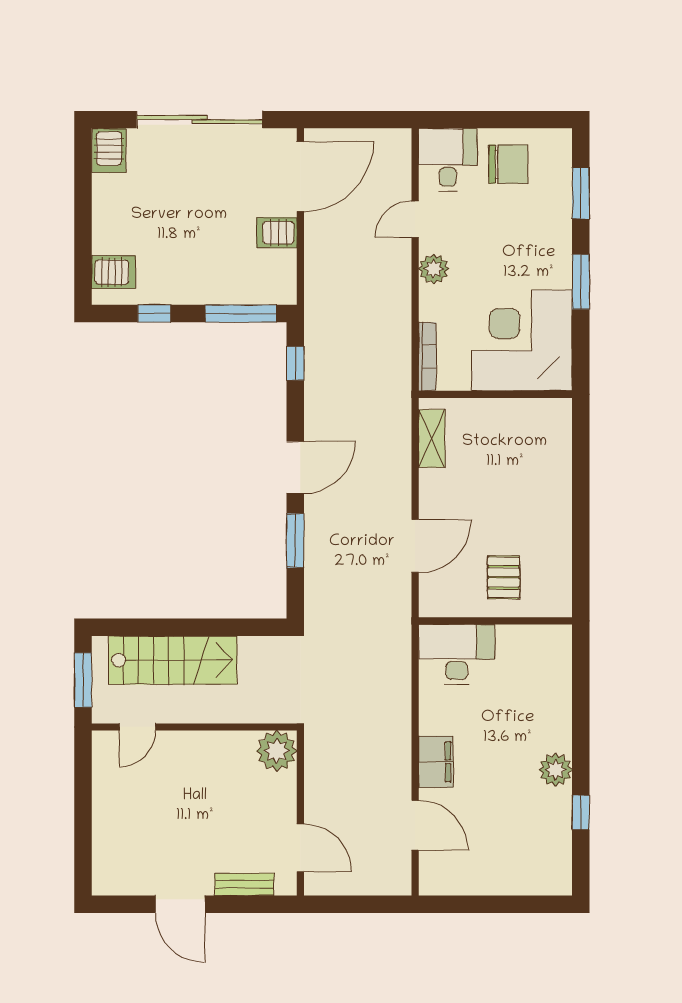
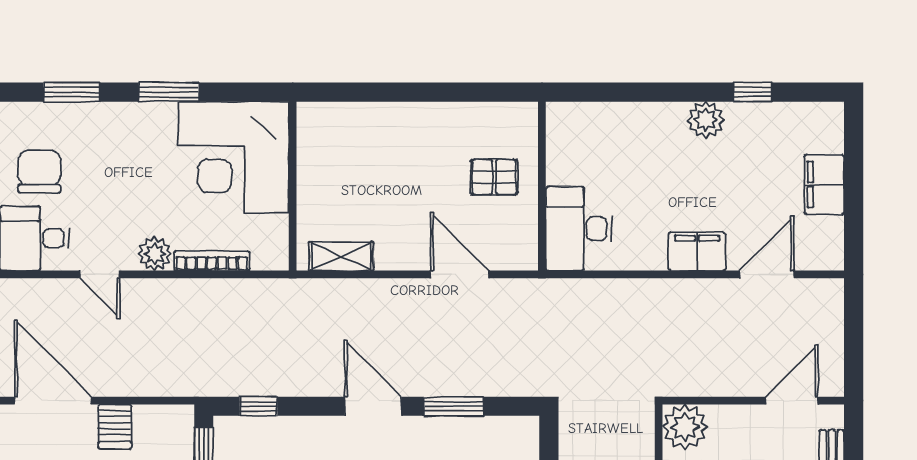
bookcase: (427, 357) -> (212, 261), moved
filing cabinet: (497, 877) -> (824, 185), added

